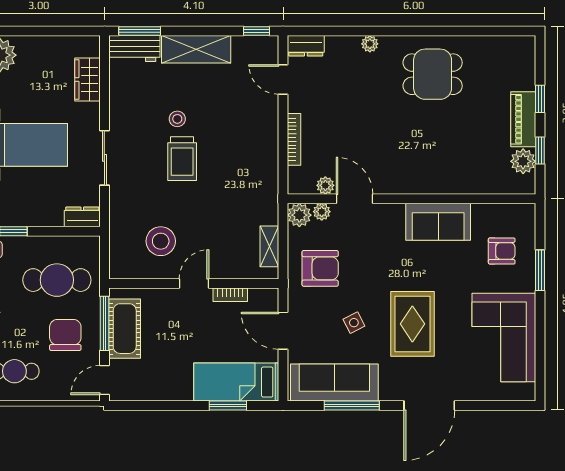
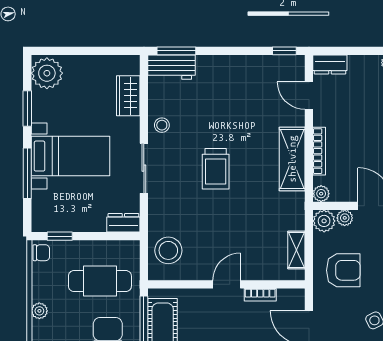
shelving: (196, 49) -> (292, 159), moved, turned 90
stool: (177, 119) -> (162, 125), moved
plant: (325, 185) -> (321, 194), moved
stool: (161, 241) -> (168, 250), moved

